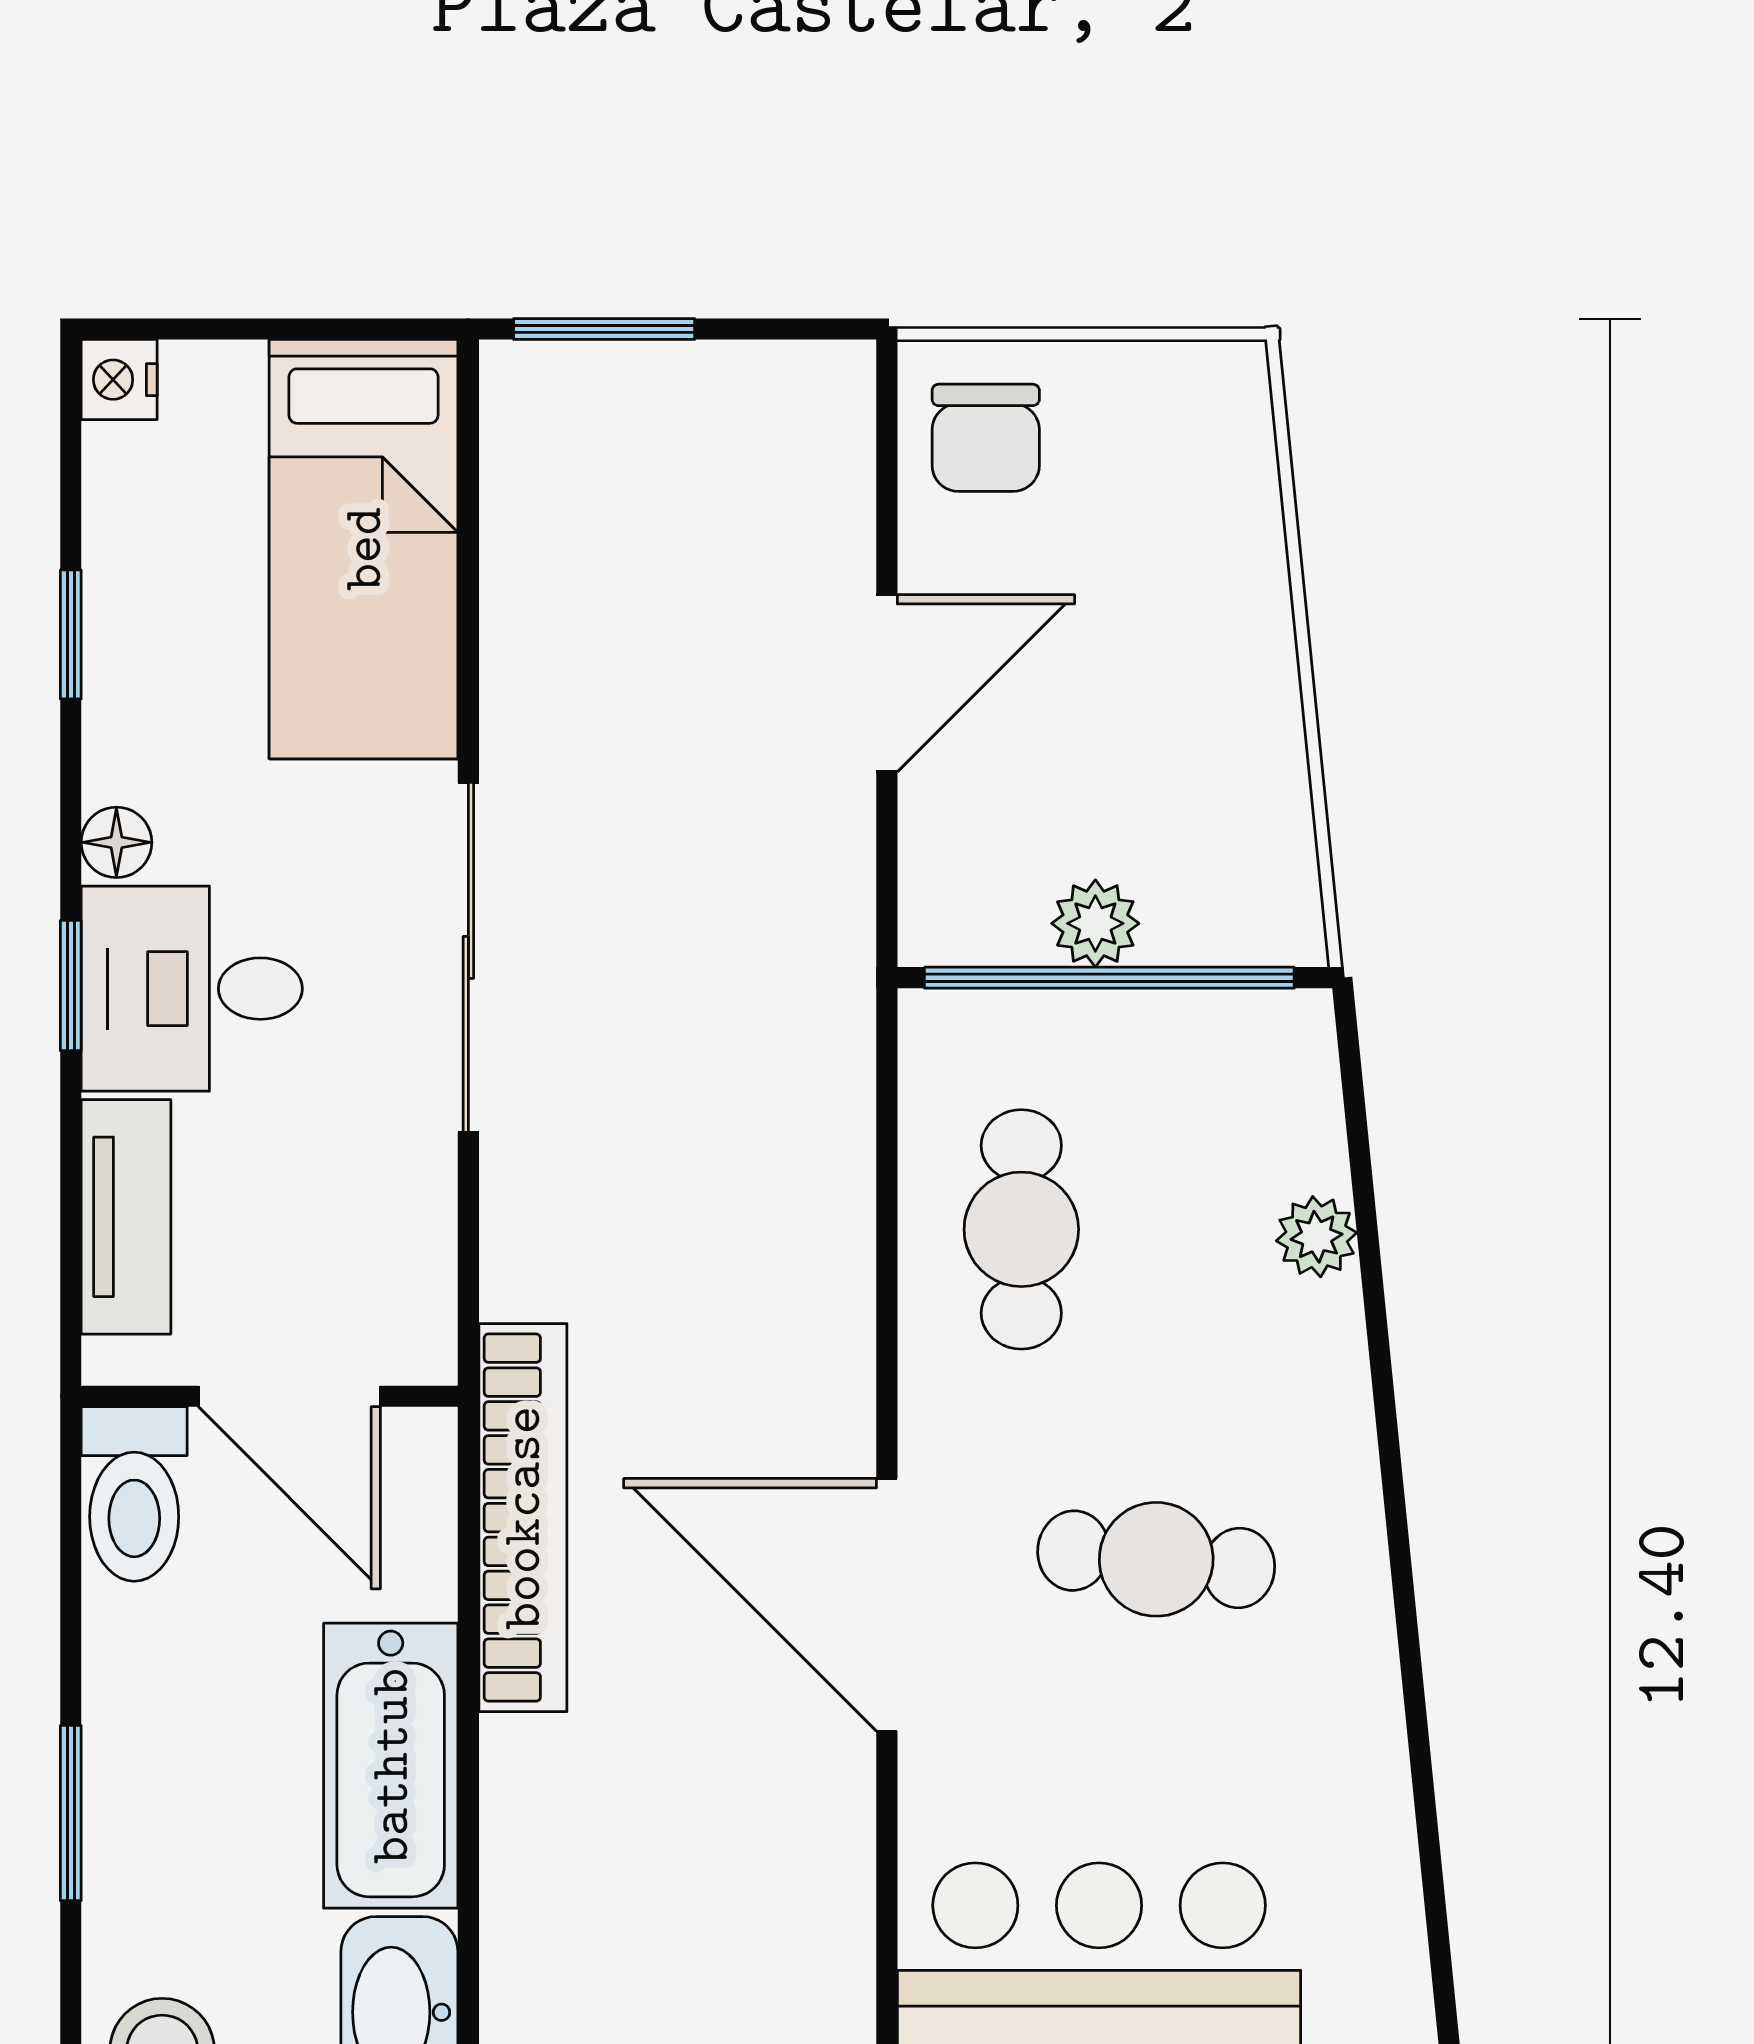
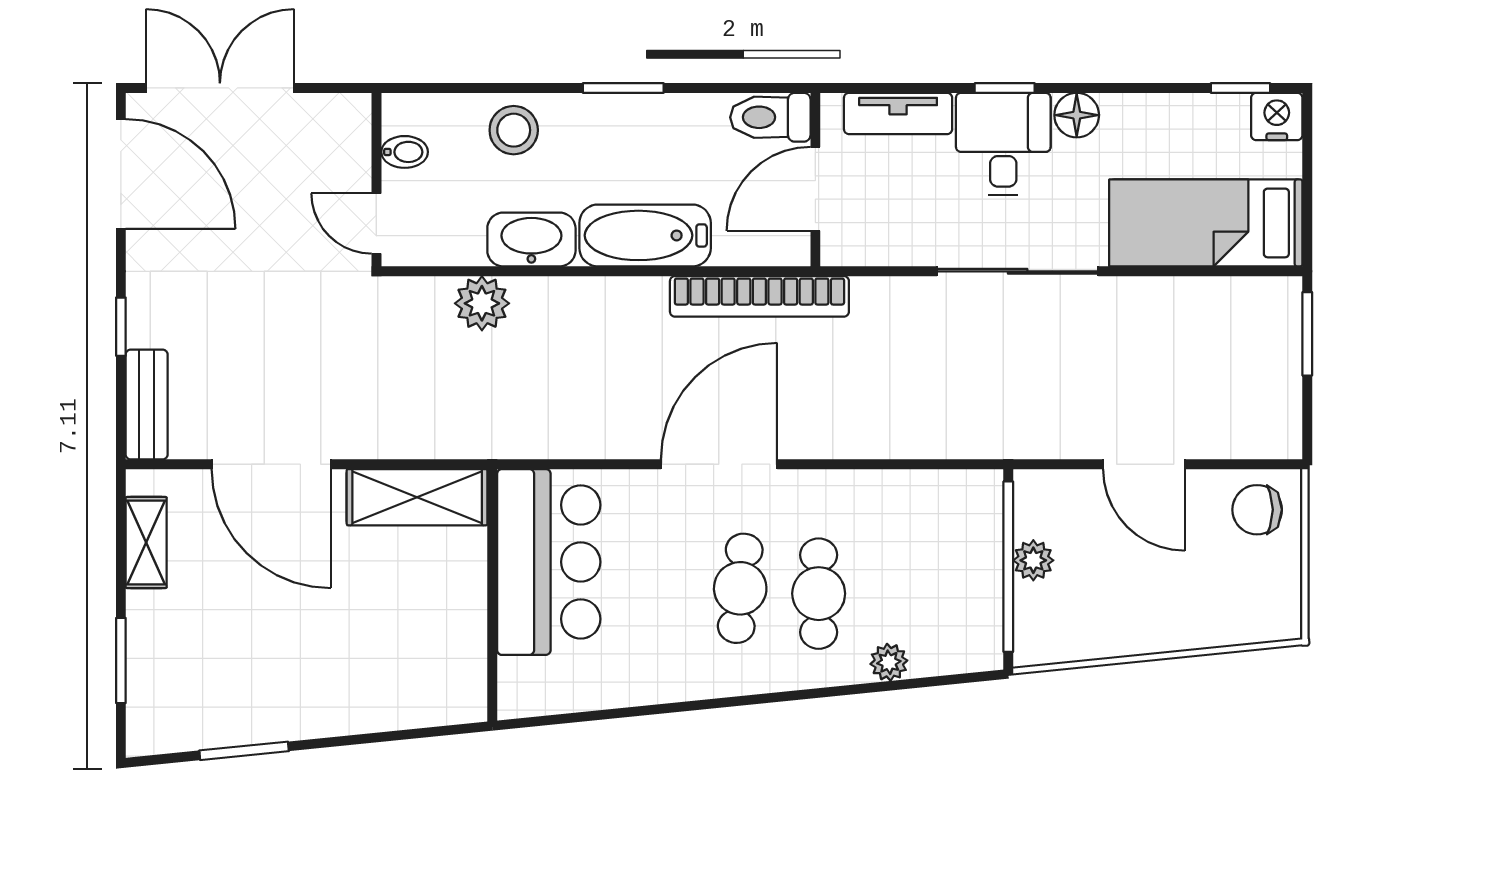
nightstand: (119, 380) -> (1277, 116), width x1.39, depth x1.35
window: (71, 634) -> (1240, 88), moved
floor lamp: (116, 842) -> (1077, 115), width x1.37, depth x1.37
cafe table: (1021, 1229) -> (819, 594), moved, turned 90

